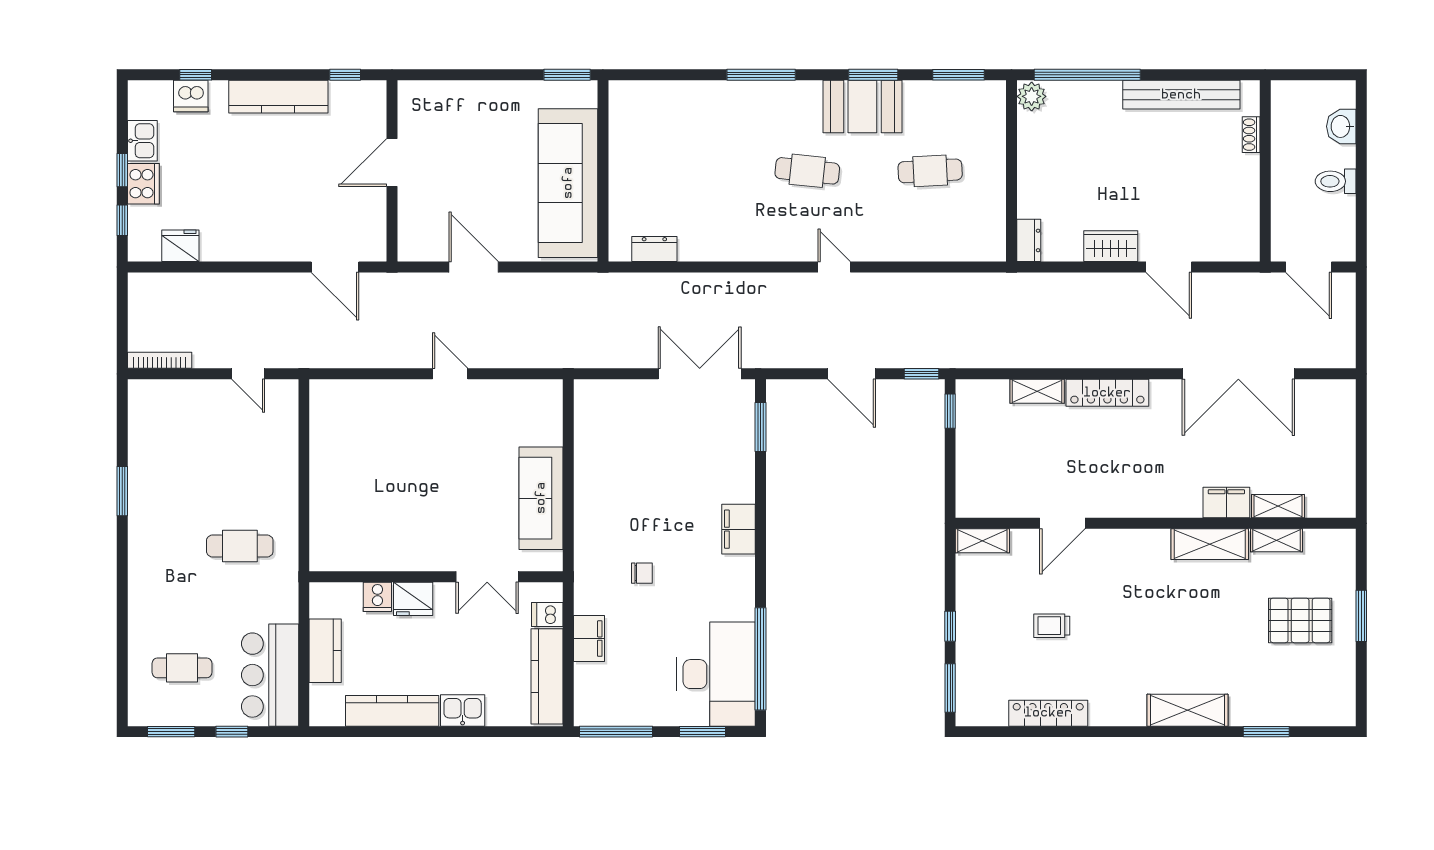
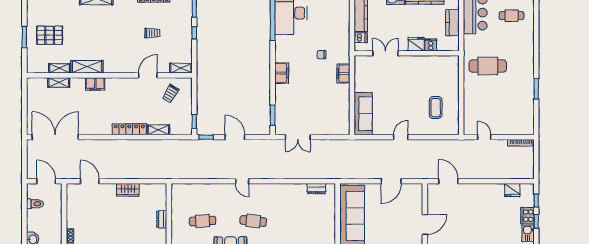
toilet: (1336, 181) -> (35, 204), moved
dresser: (1029, 240) -> (162, 219), moved
door: (474, 267) -> (391, 181), hinge flipped
door: (1169, 267) -> (90, 181), moved
door: (450, 374) -> (401, 137), swing flipped
double door: (700, 374) -> (298, 137), width x0.73
double door: (1238, 374) -> (55, 137), moved
coffee table: (366, 445) -> (436, 108), added
trolley: (1007, 479) -> (171, 94), added
sofa: (541, 498) -> (363, 114), moved
filing cabinet: (1226, 503) -> (95, 84), moved
cafe table: (240, 546) -> (488, 66), width x1.37, depth x1.35
filing cabinet: (589, 639) -> (343, 74), moved

